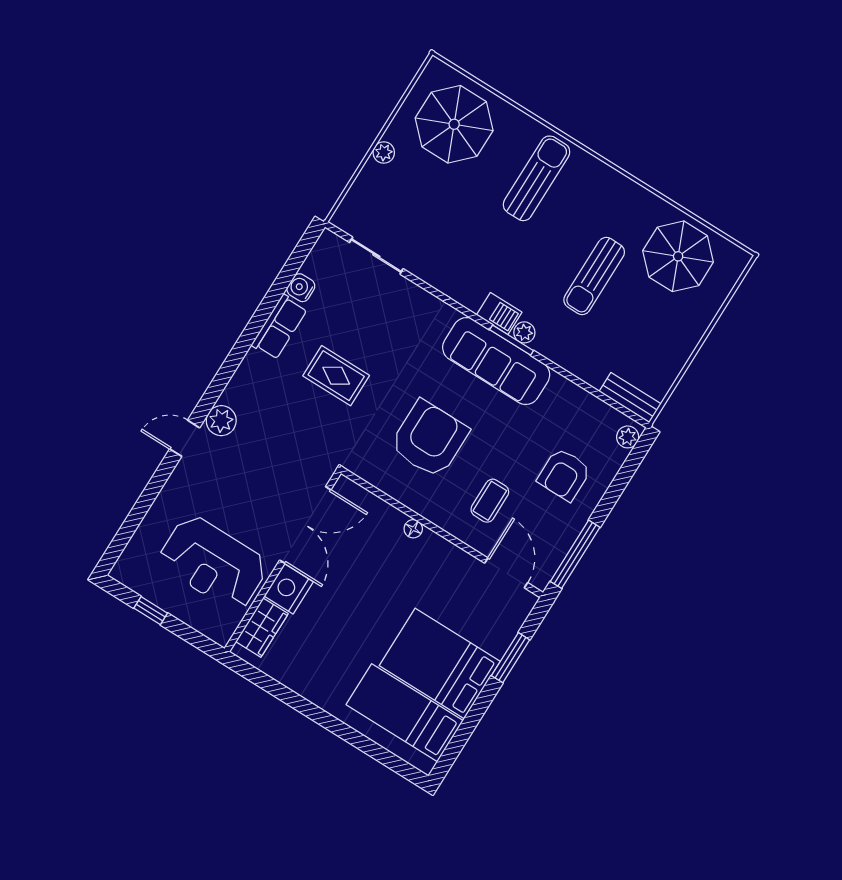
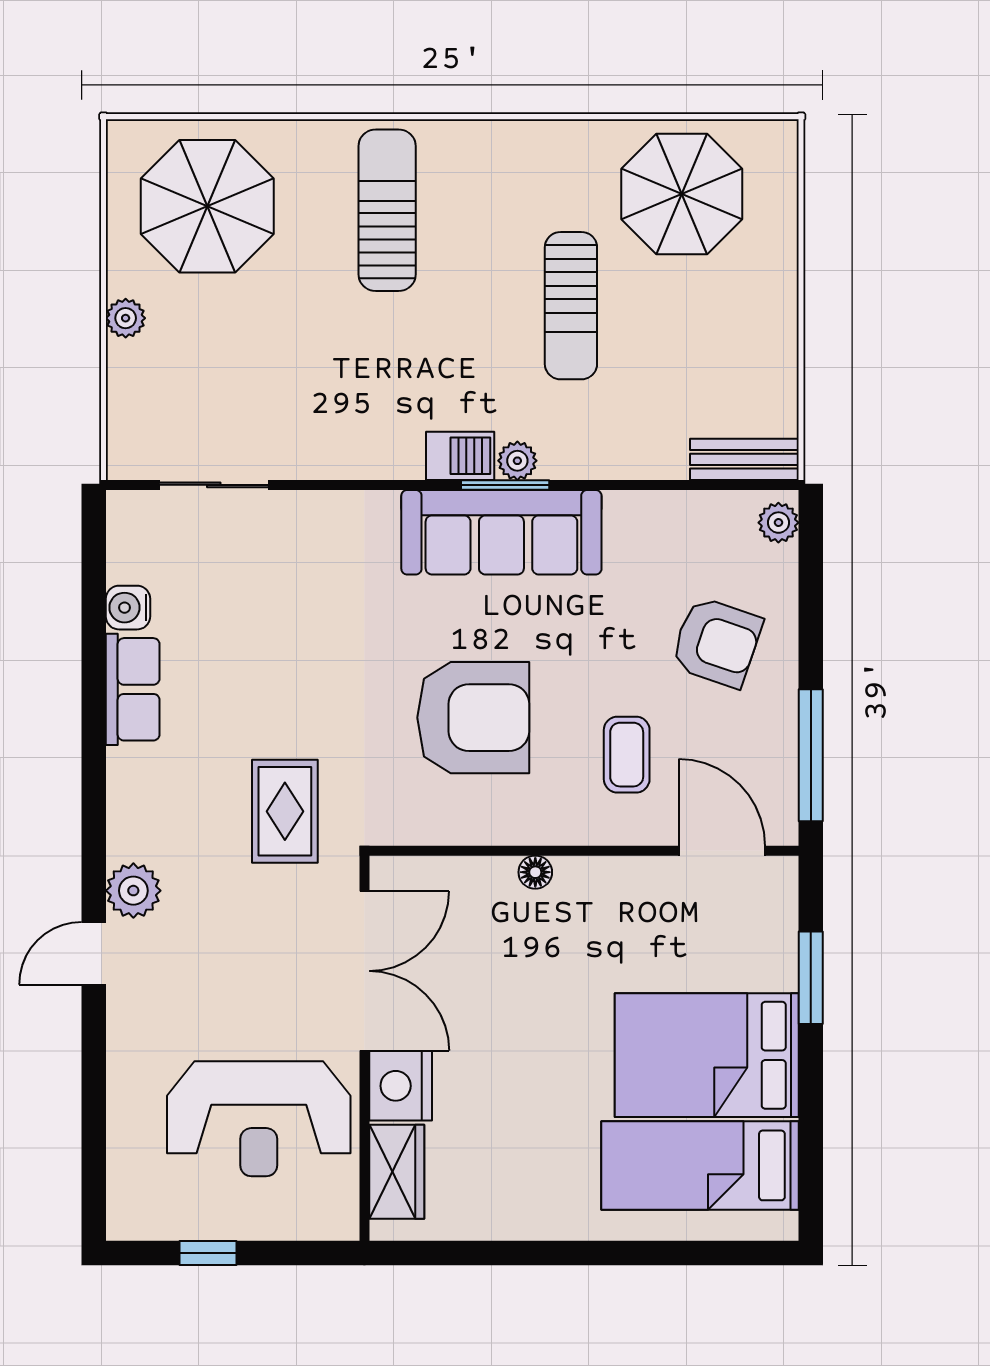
rug: (336, 376) -> (285, 811), moved, turned 90
armchair: (429, 439) -> (473, 718), turned 90
armchair: (564, 475) -> (717, 642), turned -71

